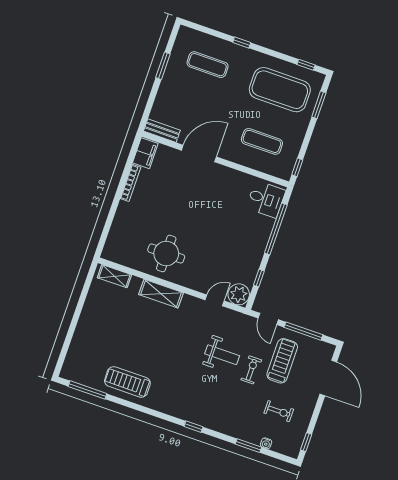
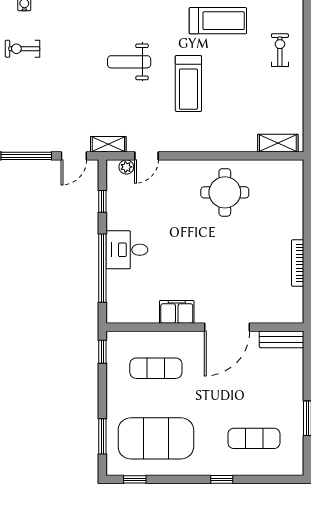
filing cabinet: (145, 153) -> (177, 312), moved, turned 90
desk: (266, 199) -> (127, 250), moved
shelving: (161, 294) -> (108, 144), moved, width x0.67, depth x0.75
plant: (239, 294) -> (126, 167), width x0.53, depth x0.53
door: (268, 319) -> (74, 156), swing flipped
weight bench: (222, 355) -> (129, 62), moved
treadmill: (282, 361) -> (188, 84), moved
exercise bike: (251, 370) -> (280, 50), moved, turned 180

